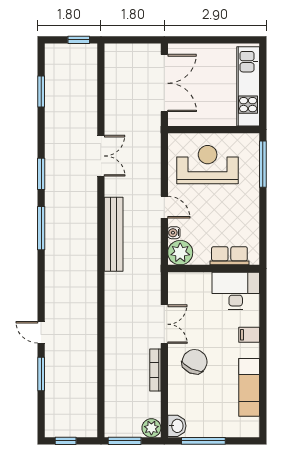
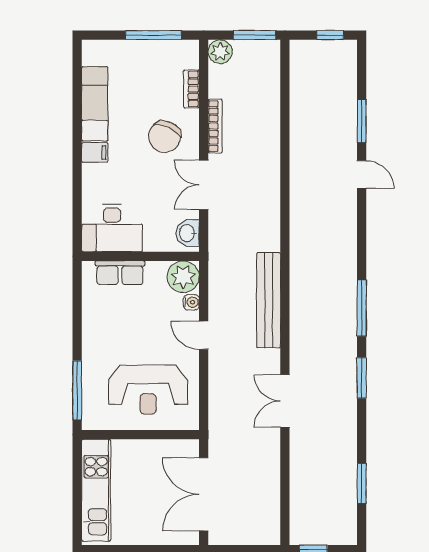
filing cabinet: (249, 335) -> (95, 153), moved
bookcase: (174, 399) -> (191, 89), added
washbasin: (177, 426) -> (188, 233), moved

